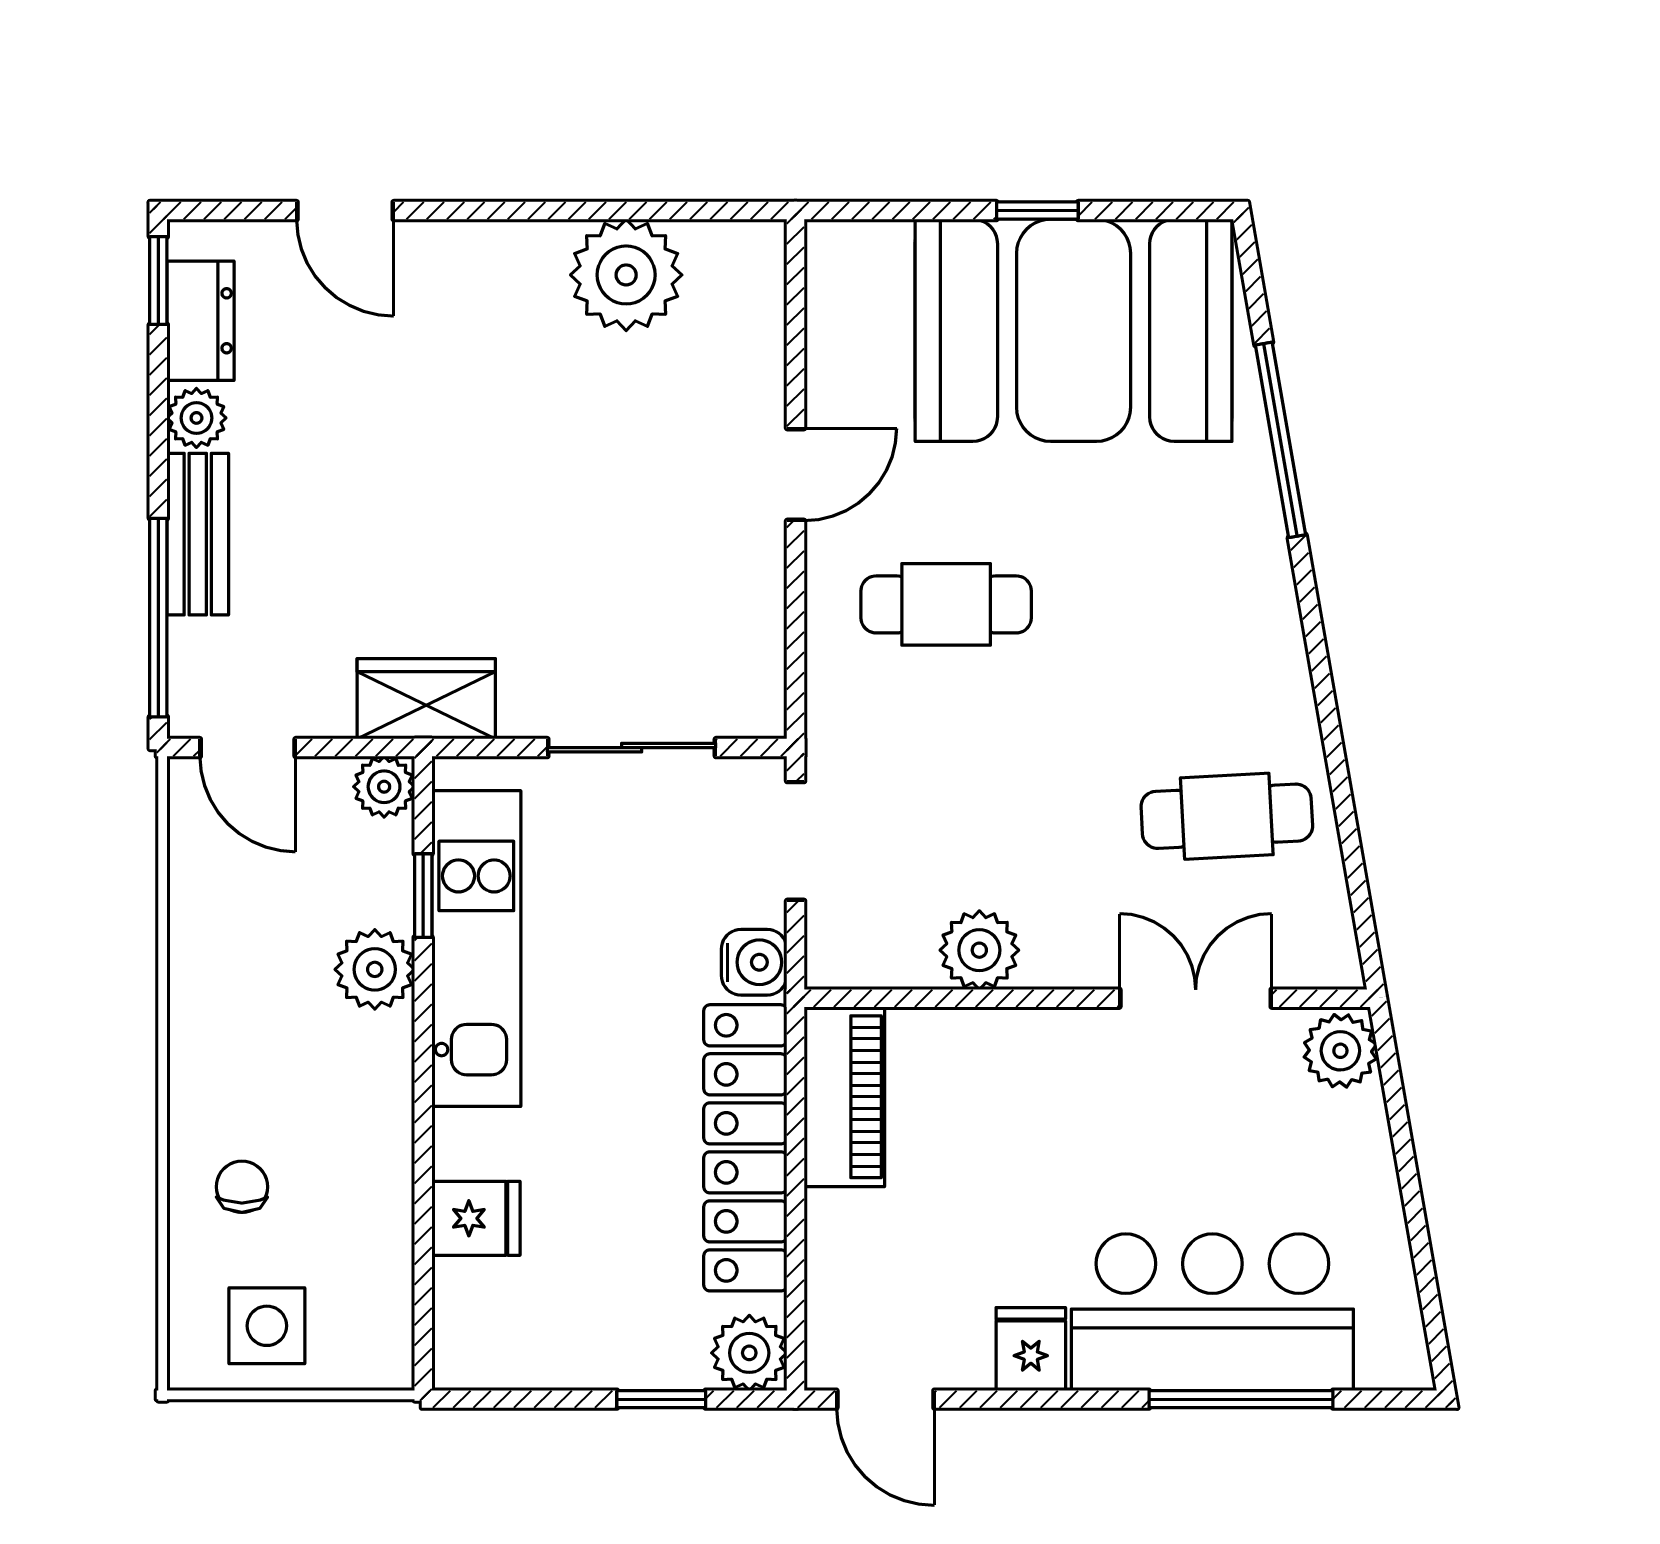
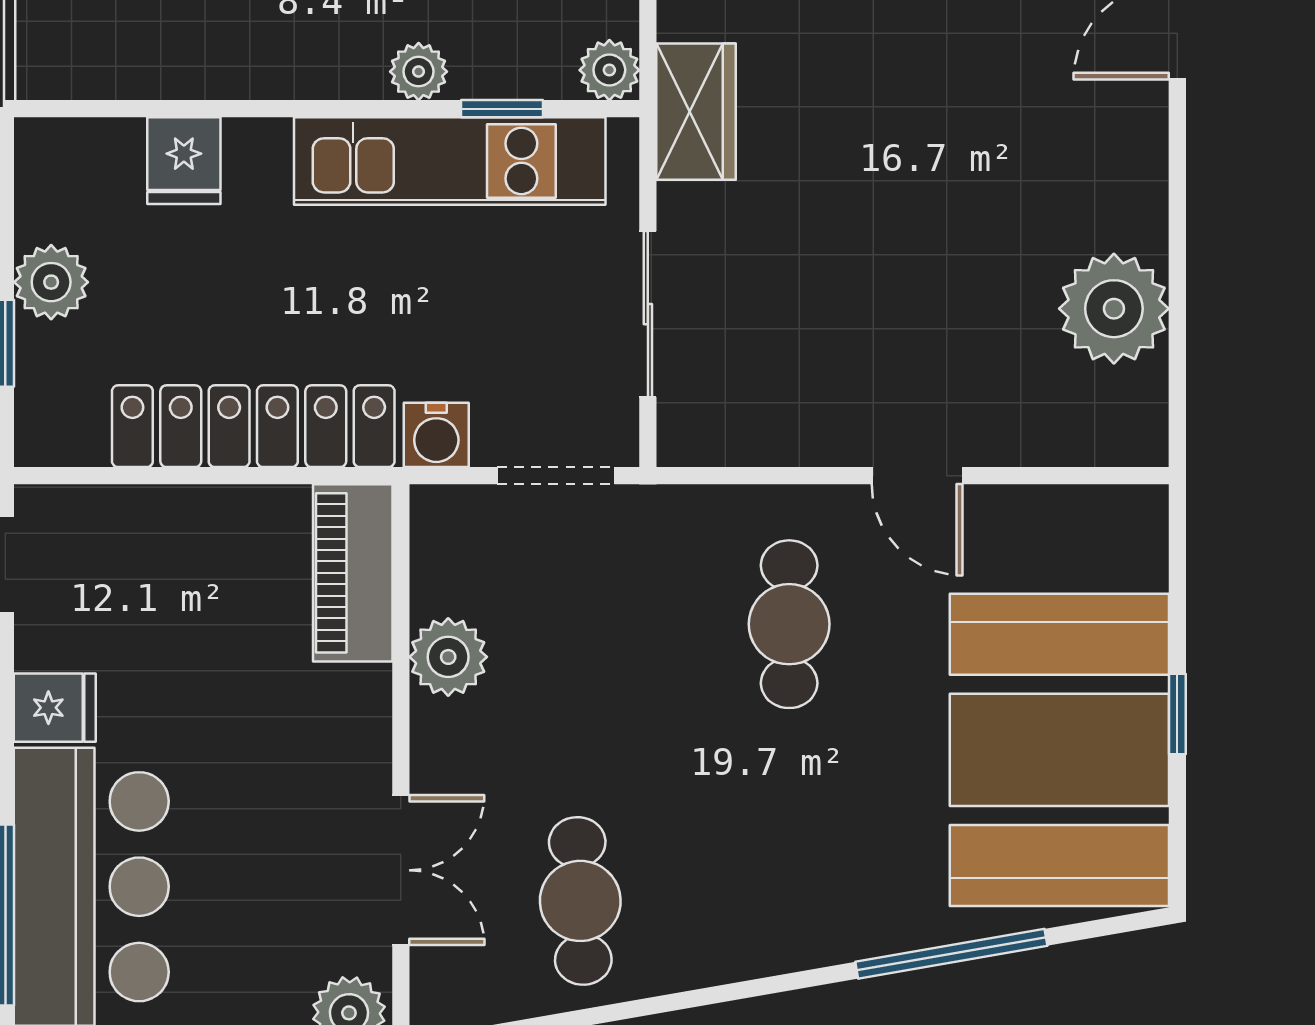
plant: (375, 969) -> (419, 72), width x0.73, depth x0.73
piano: (844, 1097) -> (353, 573), moved, turned 90
plant: (749, 1353) -> (51, 282), moved

